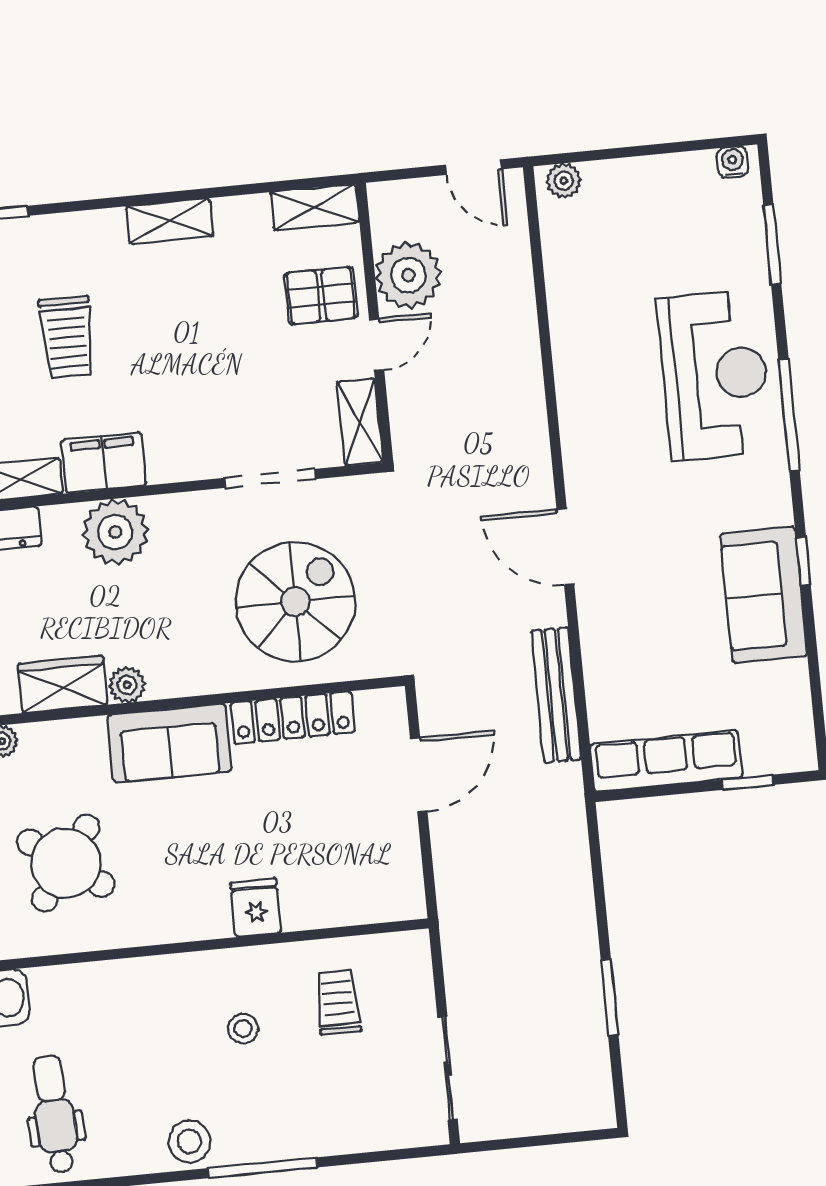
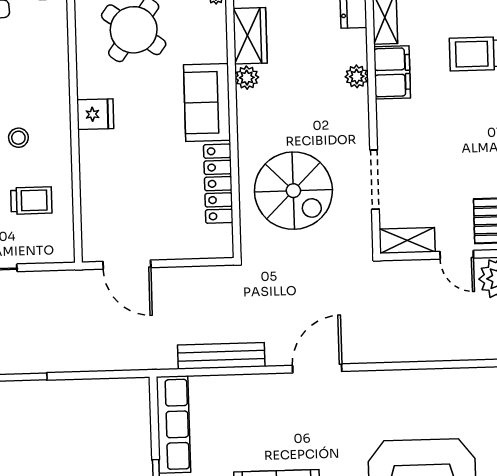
plant: (115, 532) -> (357, 76), width x0.53, depth x0.53
door: (419, 775) -> (127, 265), moved
fridge: (256, 908) -> (95, 114), moved

